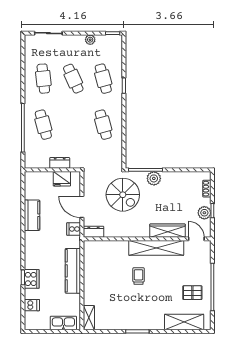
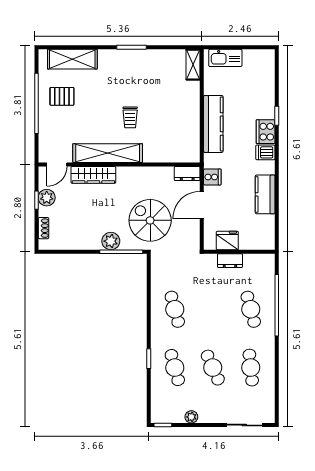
door: (82, 207) -> (202, 205), swing flipped
door: (196, 239) -> (57, 164), hinge flipped
cooker: (32, 279) -> (266, 132), moved
dishwasher: (32, 305) -> (265, 152), moved

